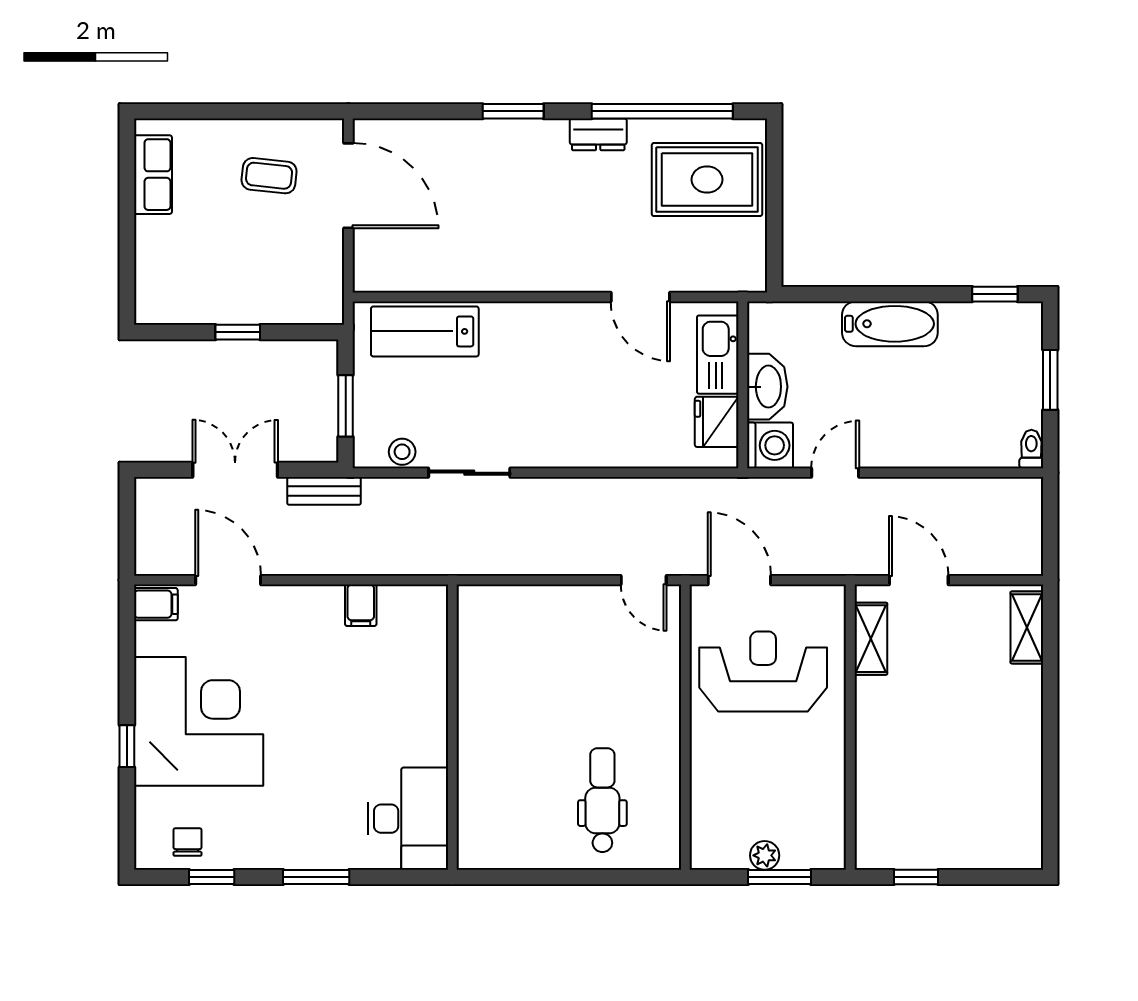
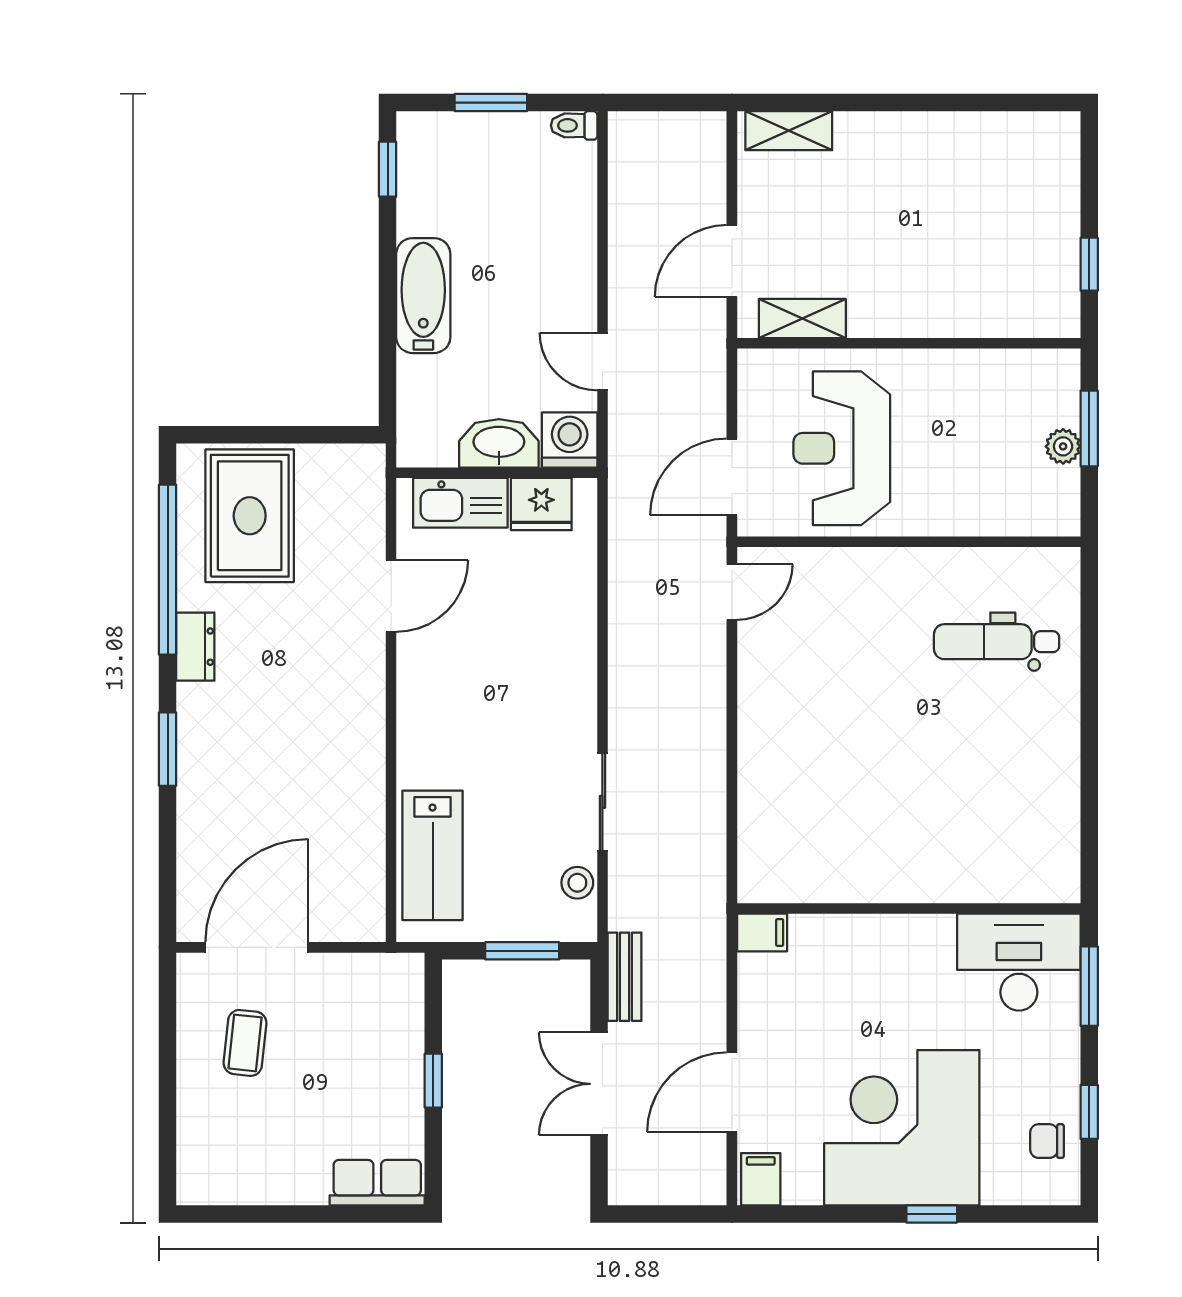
row of seats: (153, 175) -> (377, 1183), moved
wall: (452, 727) -> (909, 909), moved
desk: (408, 819) -> (1019, 962), moved

